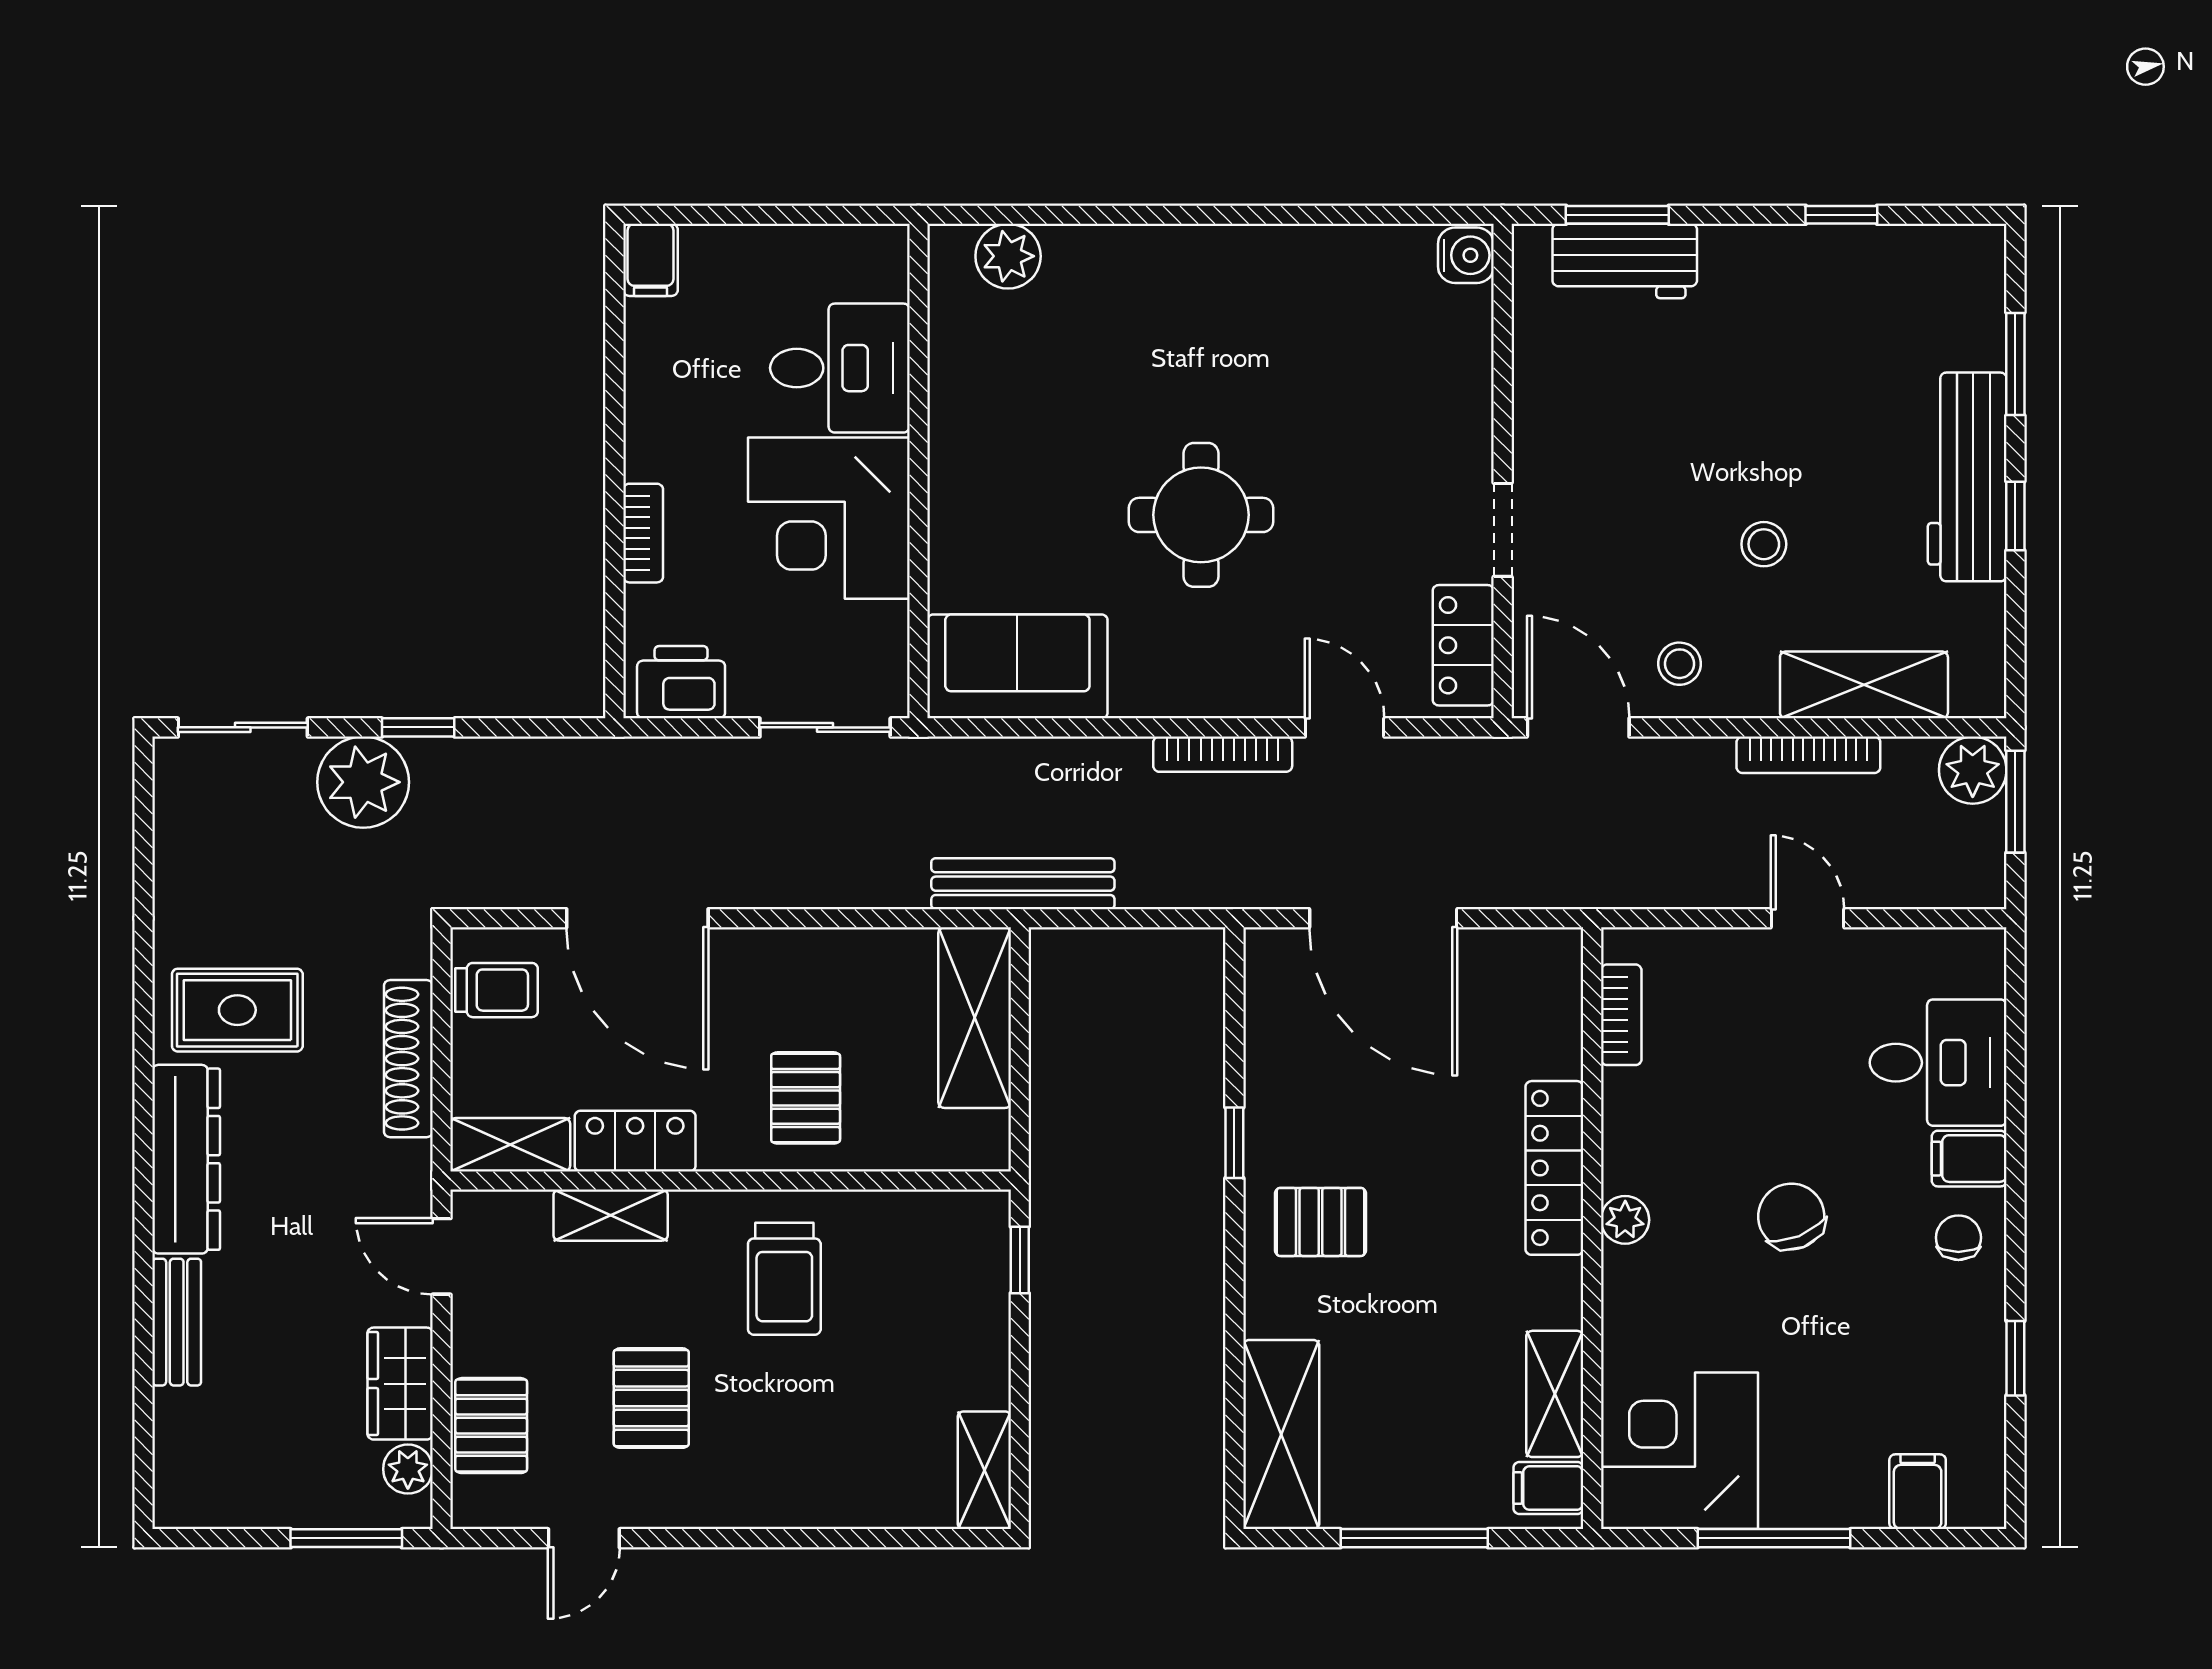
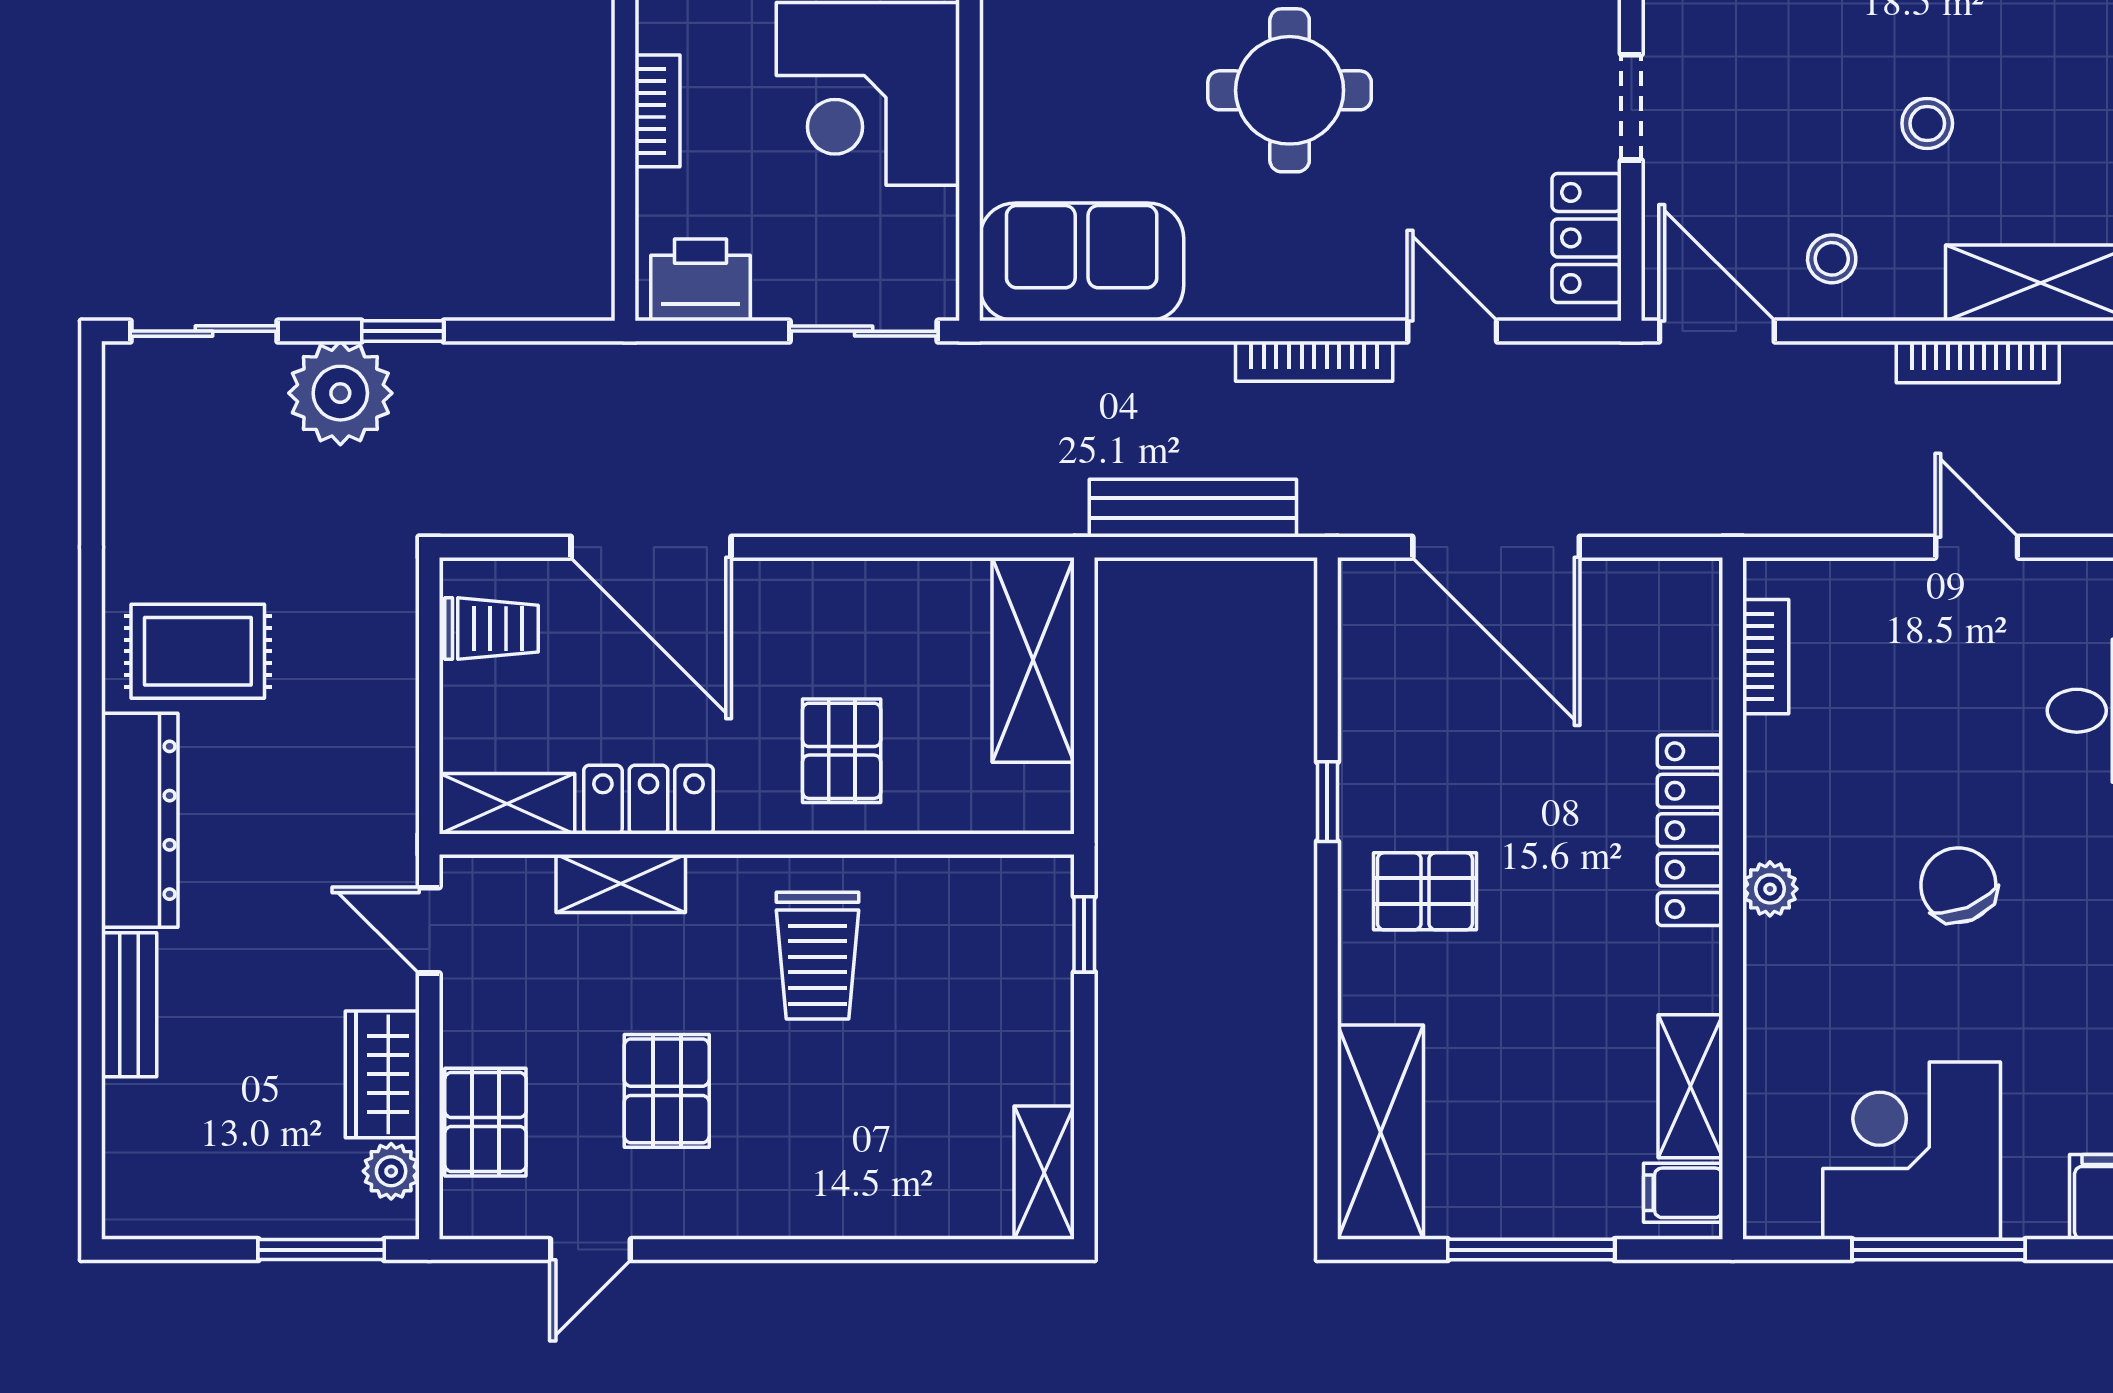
bench: (1023, 884) -> (1193, 508), moved
shoe rack: (408, 1059) -> (392, 706), removed
corner desk: (1679, 1451) -> (1912, 1151), moved

